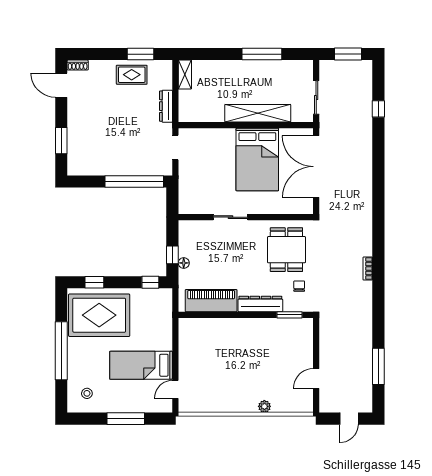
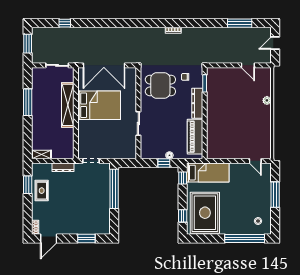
window: (61, 351) -> (245, 238), moved
bed: (141, 365) -> (208, 173), moved, turned -90
door: (349, 419) -> (275, 43), swing flipped

